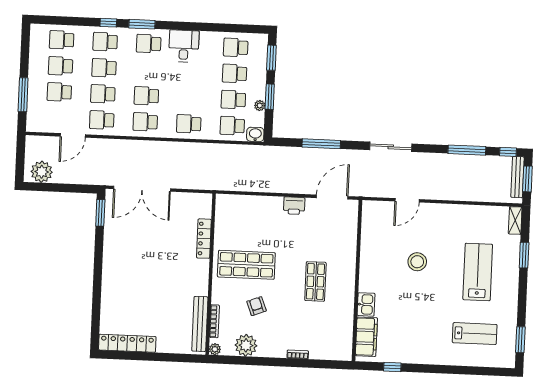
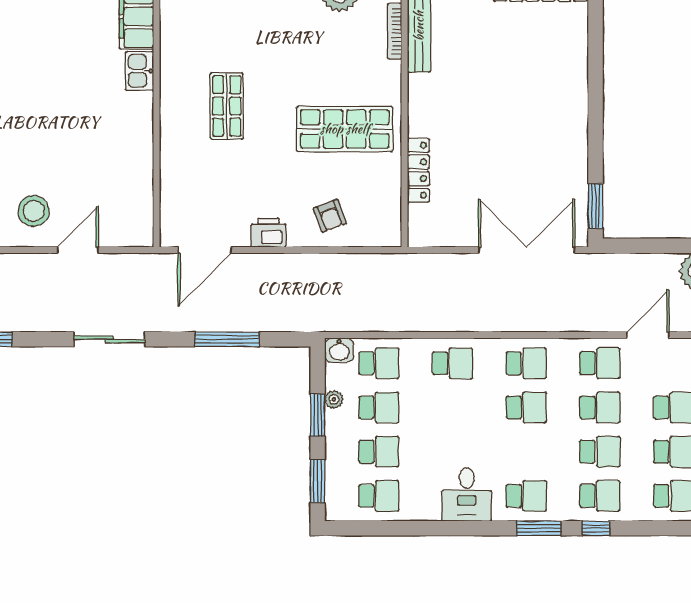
stool: (417, 262) -> (34, 211), moved
armchair: (257, 306) -> (330, 216), moved

